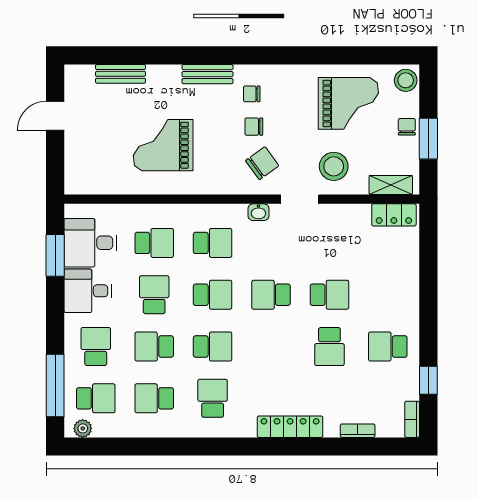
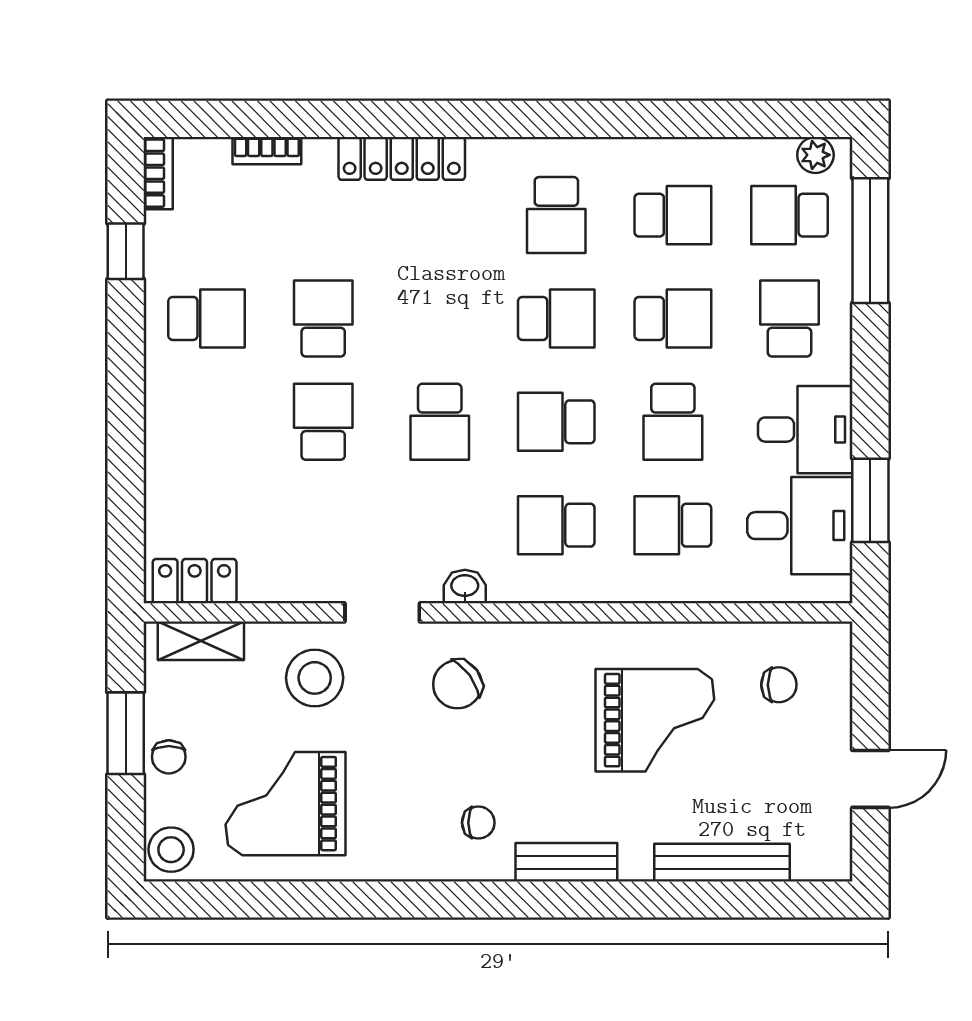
bench: (121, 74) -> (722, 863), width x1.36
chair: (254, 127) -> (779, 685), moved
school desk: (271, 295) -> (440, 422), turned 90
school desk: (329, 295) -> (323, 422), turned 90
school desk: (96, 347) -> (789, 318), turned 180
school desk: (213, 347) -> (556, 318), turned 180

